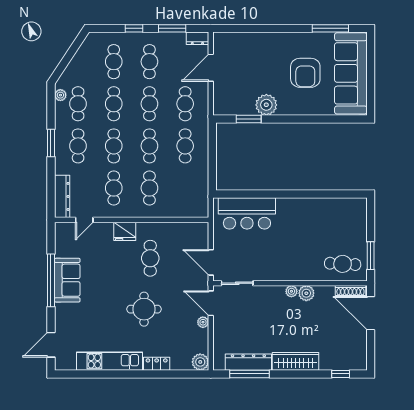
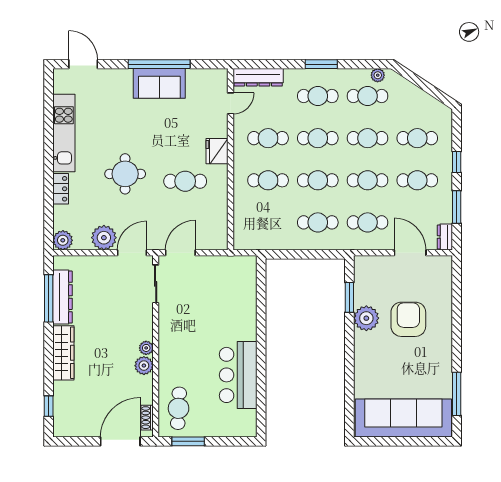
armchair: (305, 73) -> (408, 319), moved, turned 90
bar counter: (247, 213) -> (238, 375), moved
door: (84, 220) -> (230, 103), swing flipped
shoe rack: (350, 290) -> (147, 418), width x0.70
plant: (203, 322) -> (104, 238), width x1.88, depth x1.88

